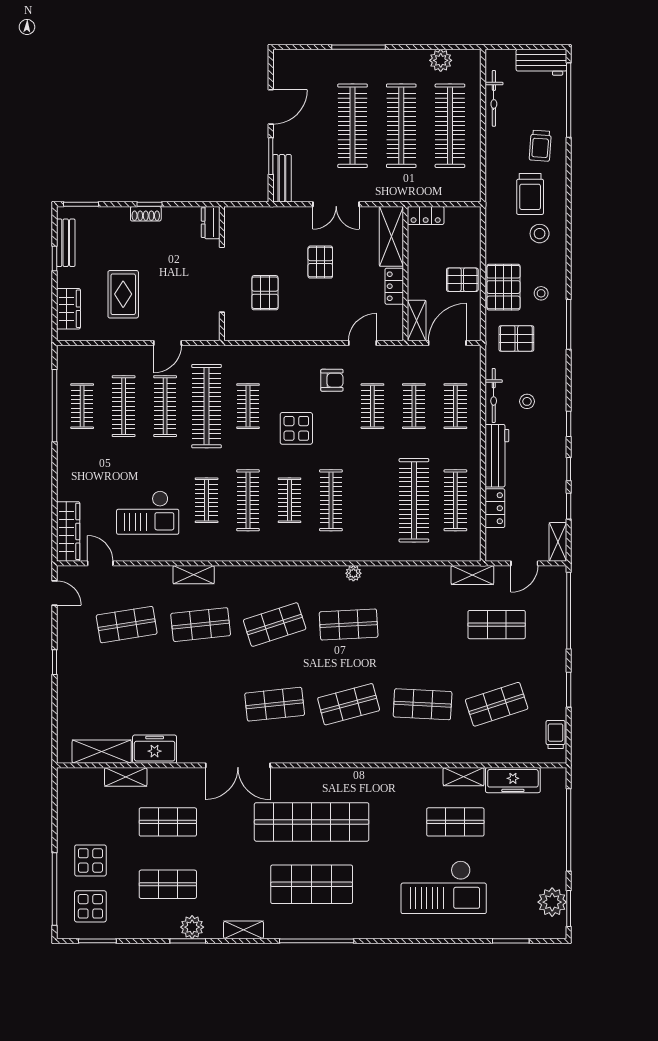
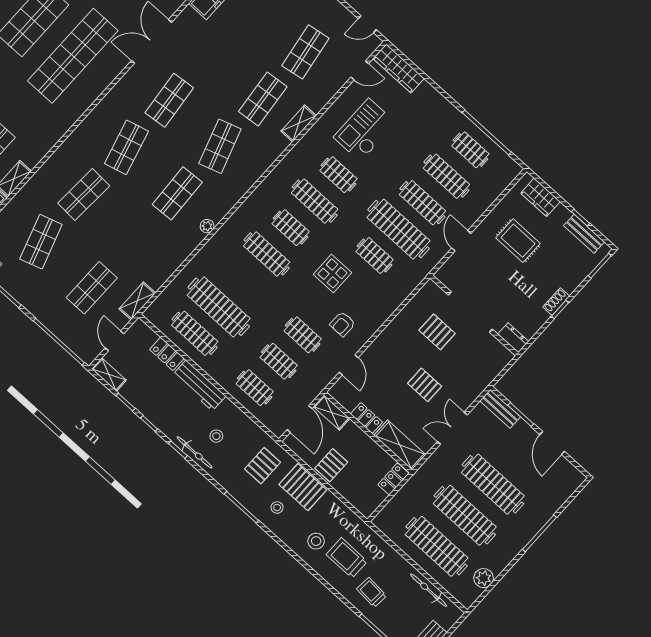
bicycle: (494, 395) -> (195, 452), moved, turned 180

